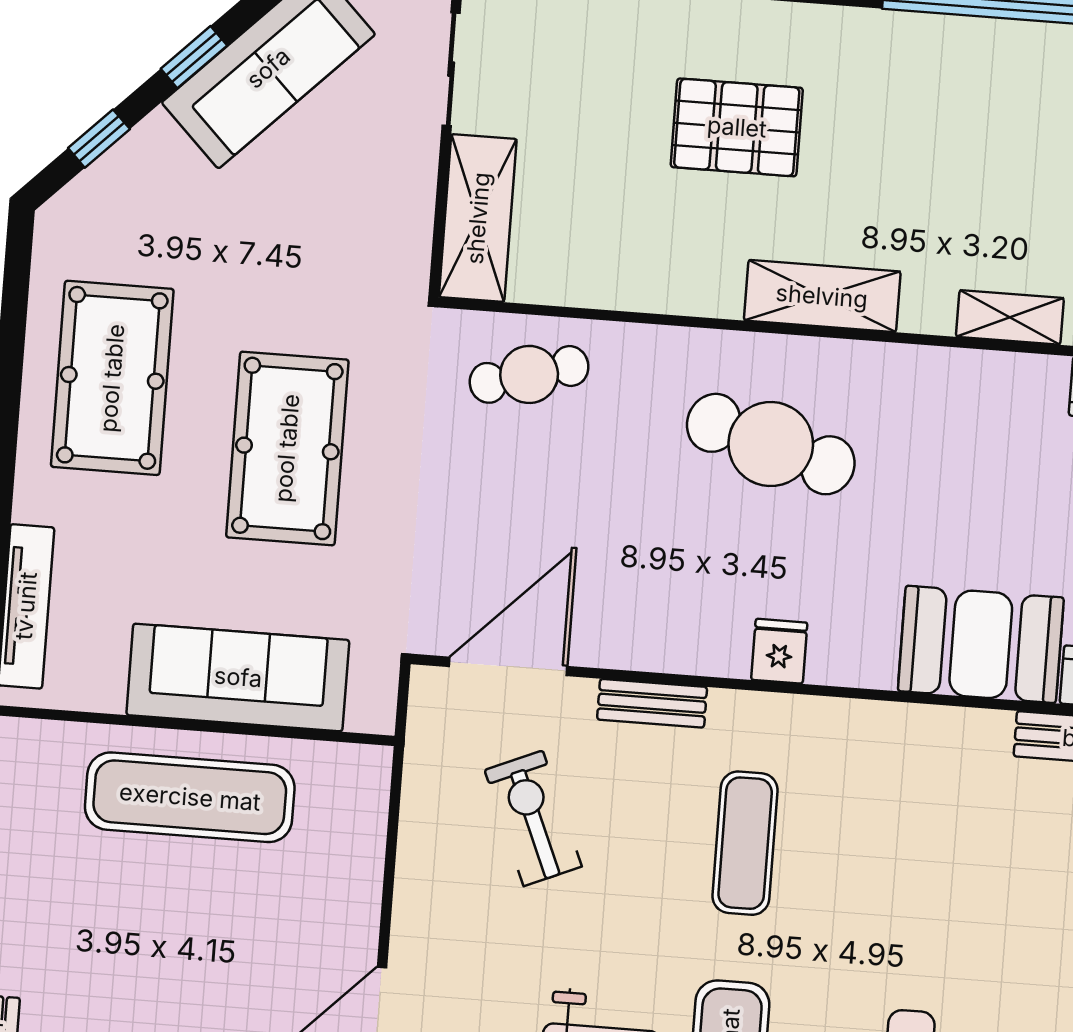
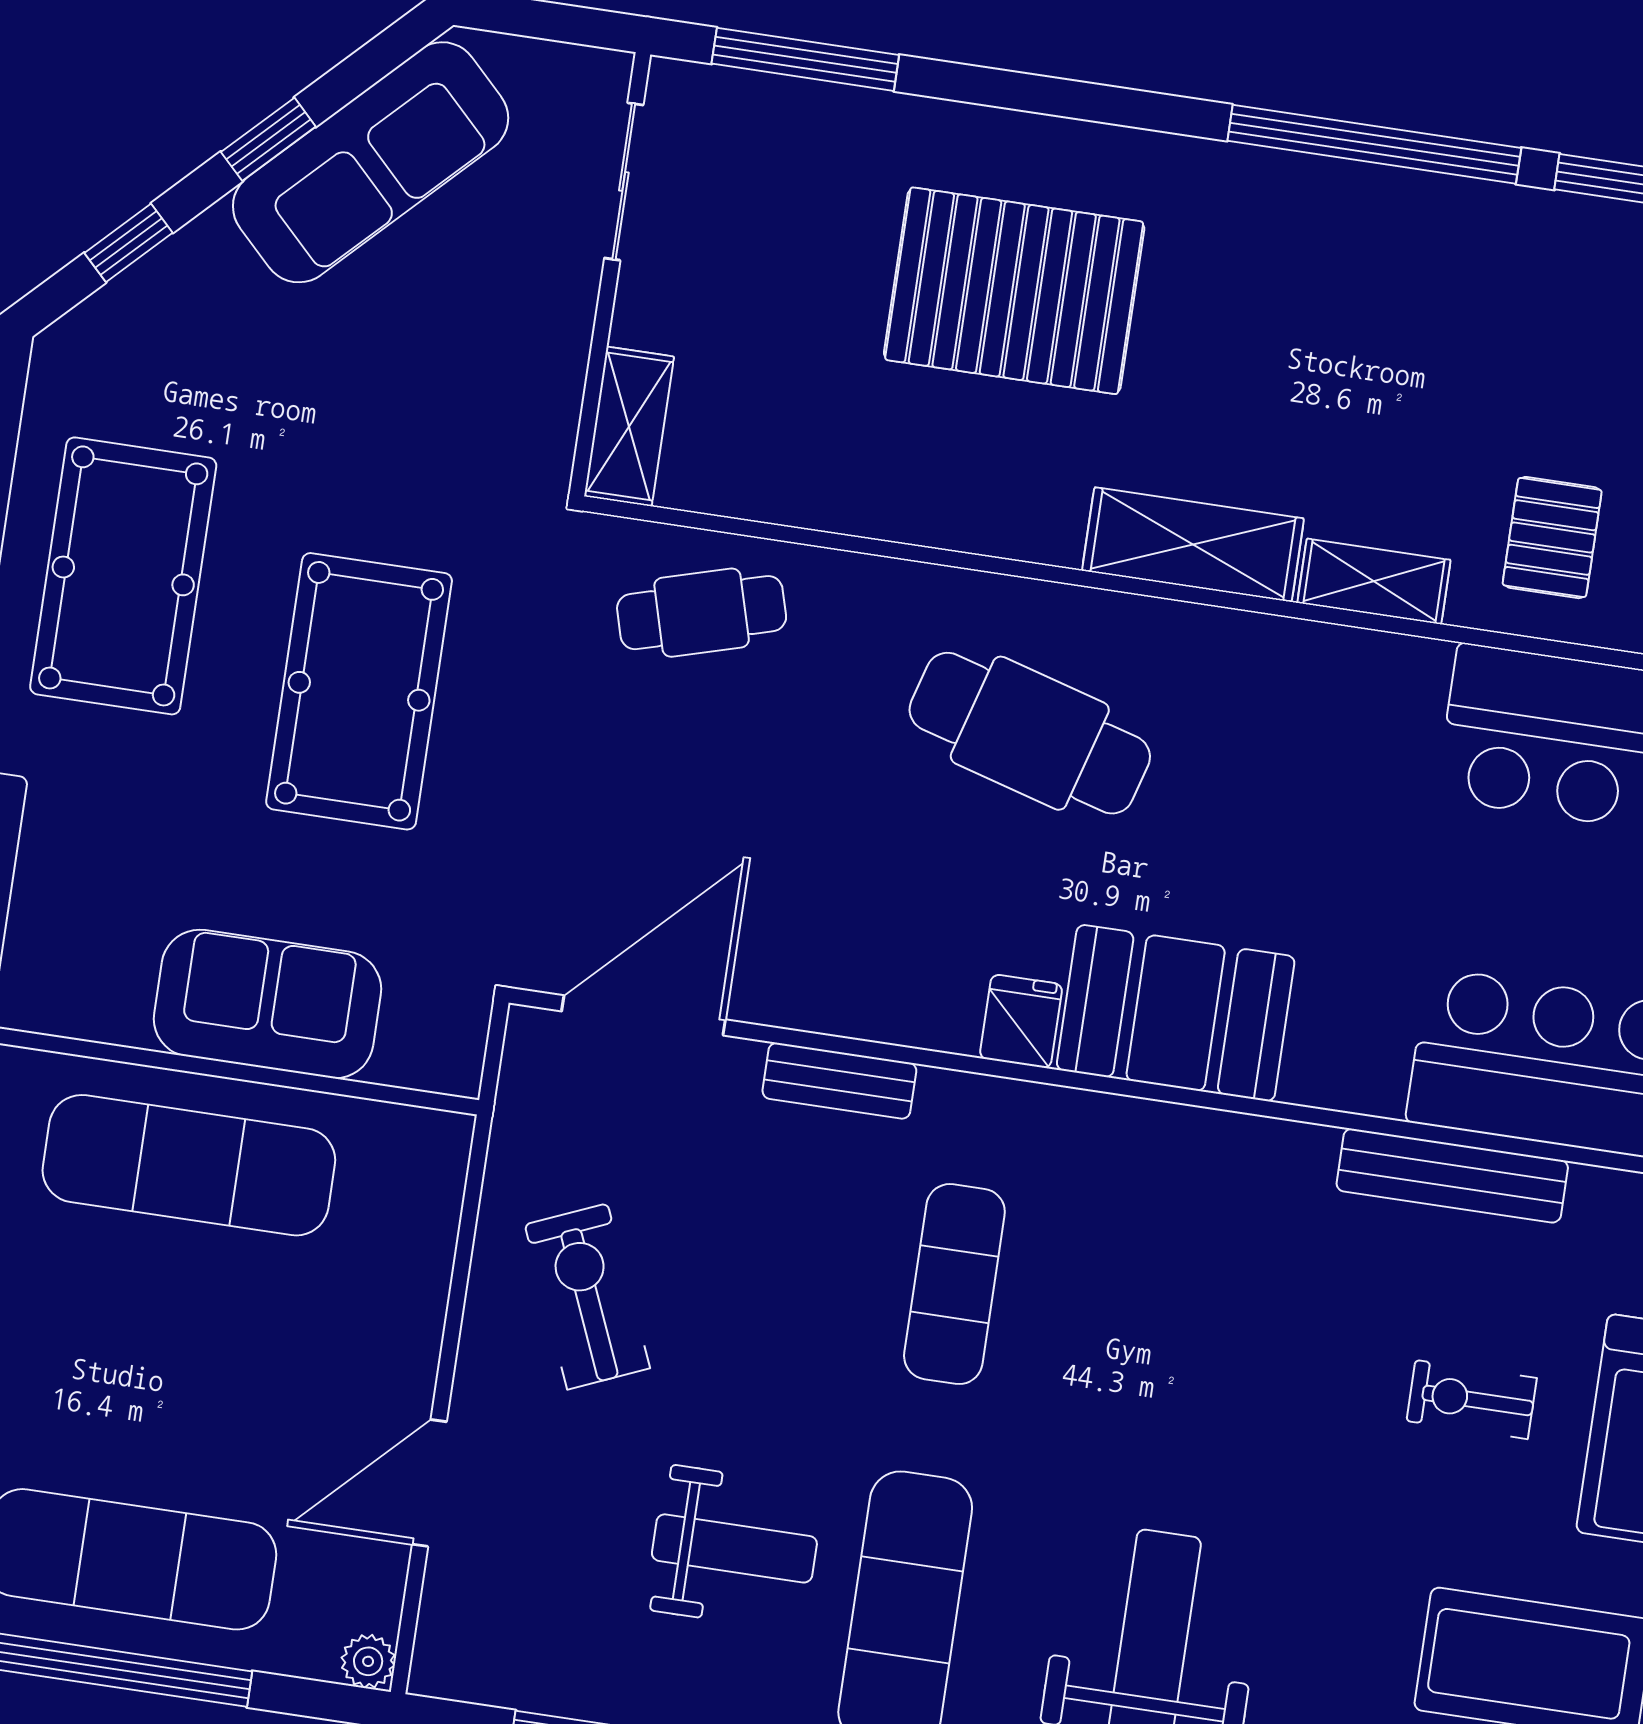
pallet: (737, 127) -> (1014, 291), width x1.37, depth x1.41
shelving: (478, 218) -> (629, 426), width x0.67, depth x0.75
shelving: (822, 296) -> (1193, 545), moved
booth: (981, 644) -> (1176, 1013), moved
sofa: (238, 677) -> (267, 1004), width x0.73
exercise bike: (533, 818) -> (587, 1296), moved

